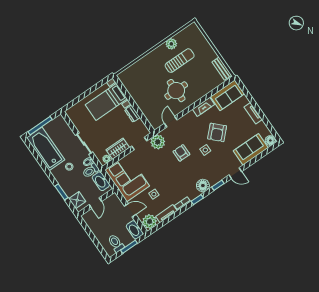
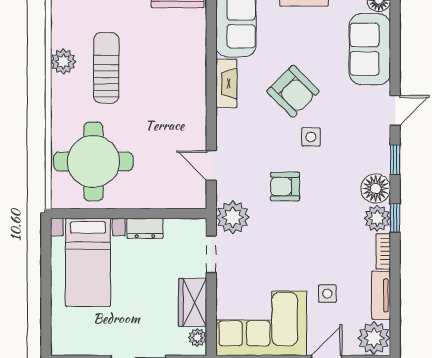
round table: (176, 91) -> (93, 161), moved, width x1.36, depth x1.36
plant: (193, 193) -> (377, 218), added

